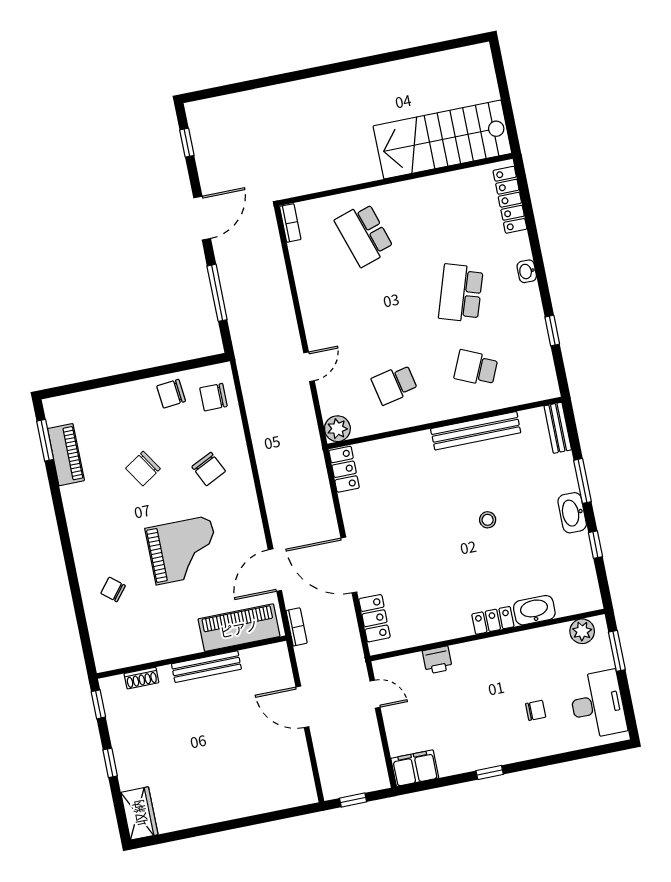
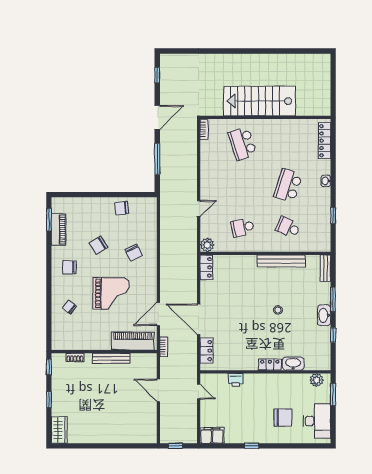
stairs: (442, 140) -> (260, 101), moved
chair: (213, 397) -> (69, 267), moved
chair: (536, 710) -> (283, 417), width x1.87, depth x1.87

